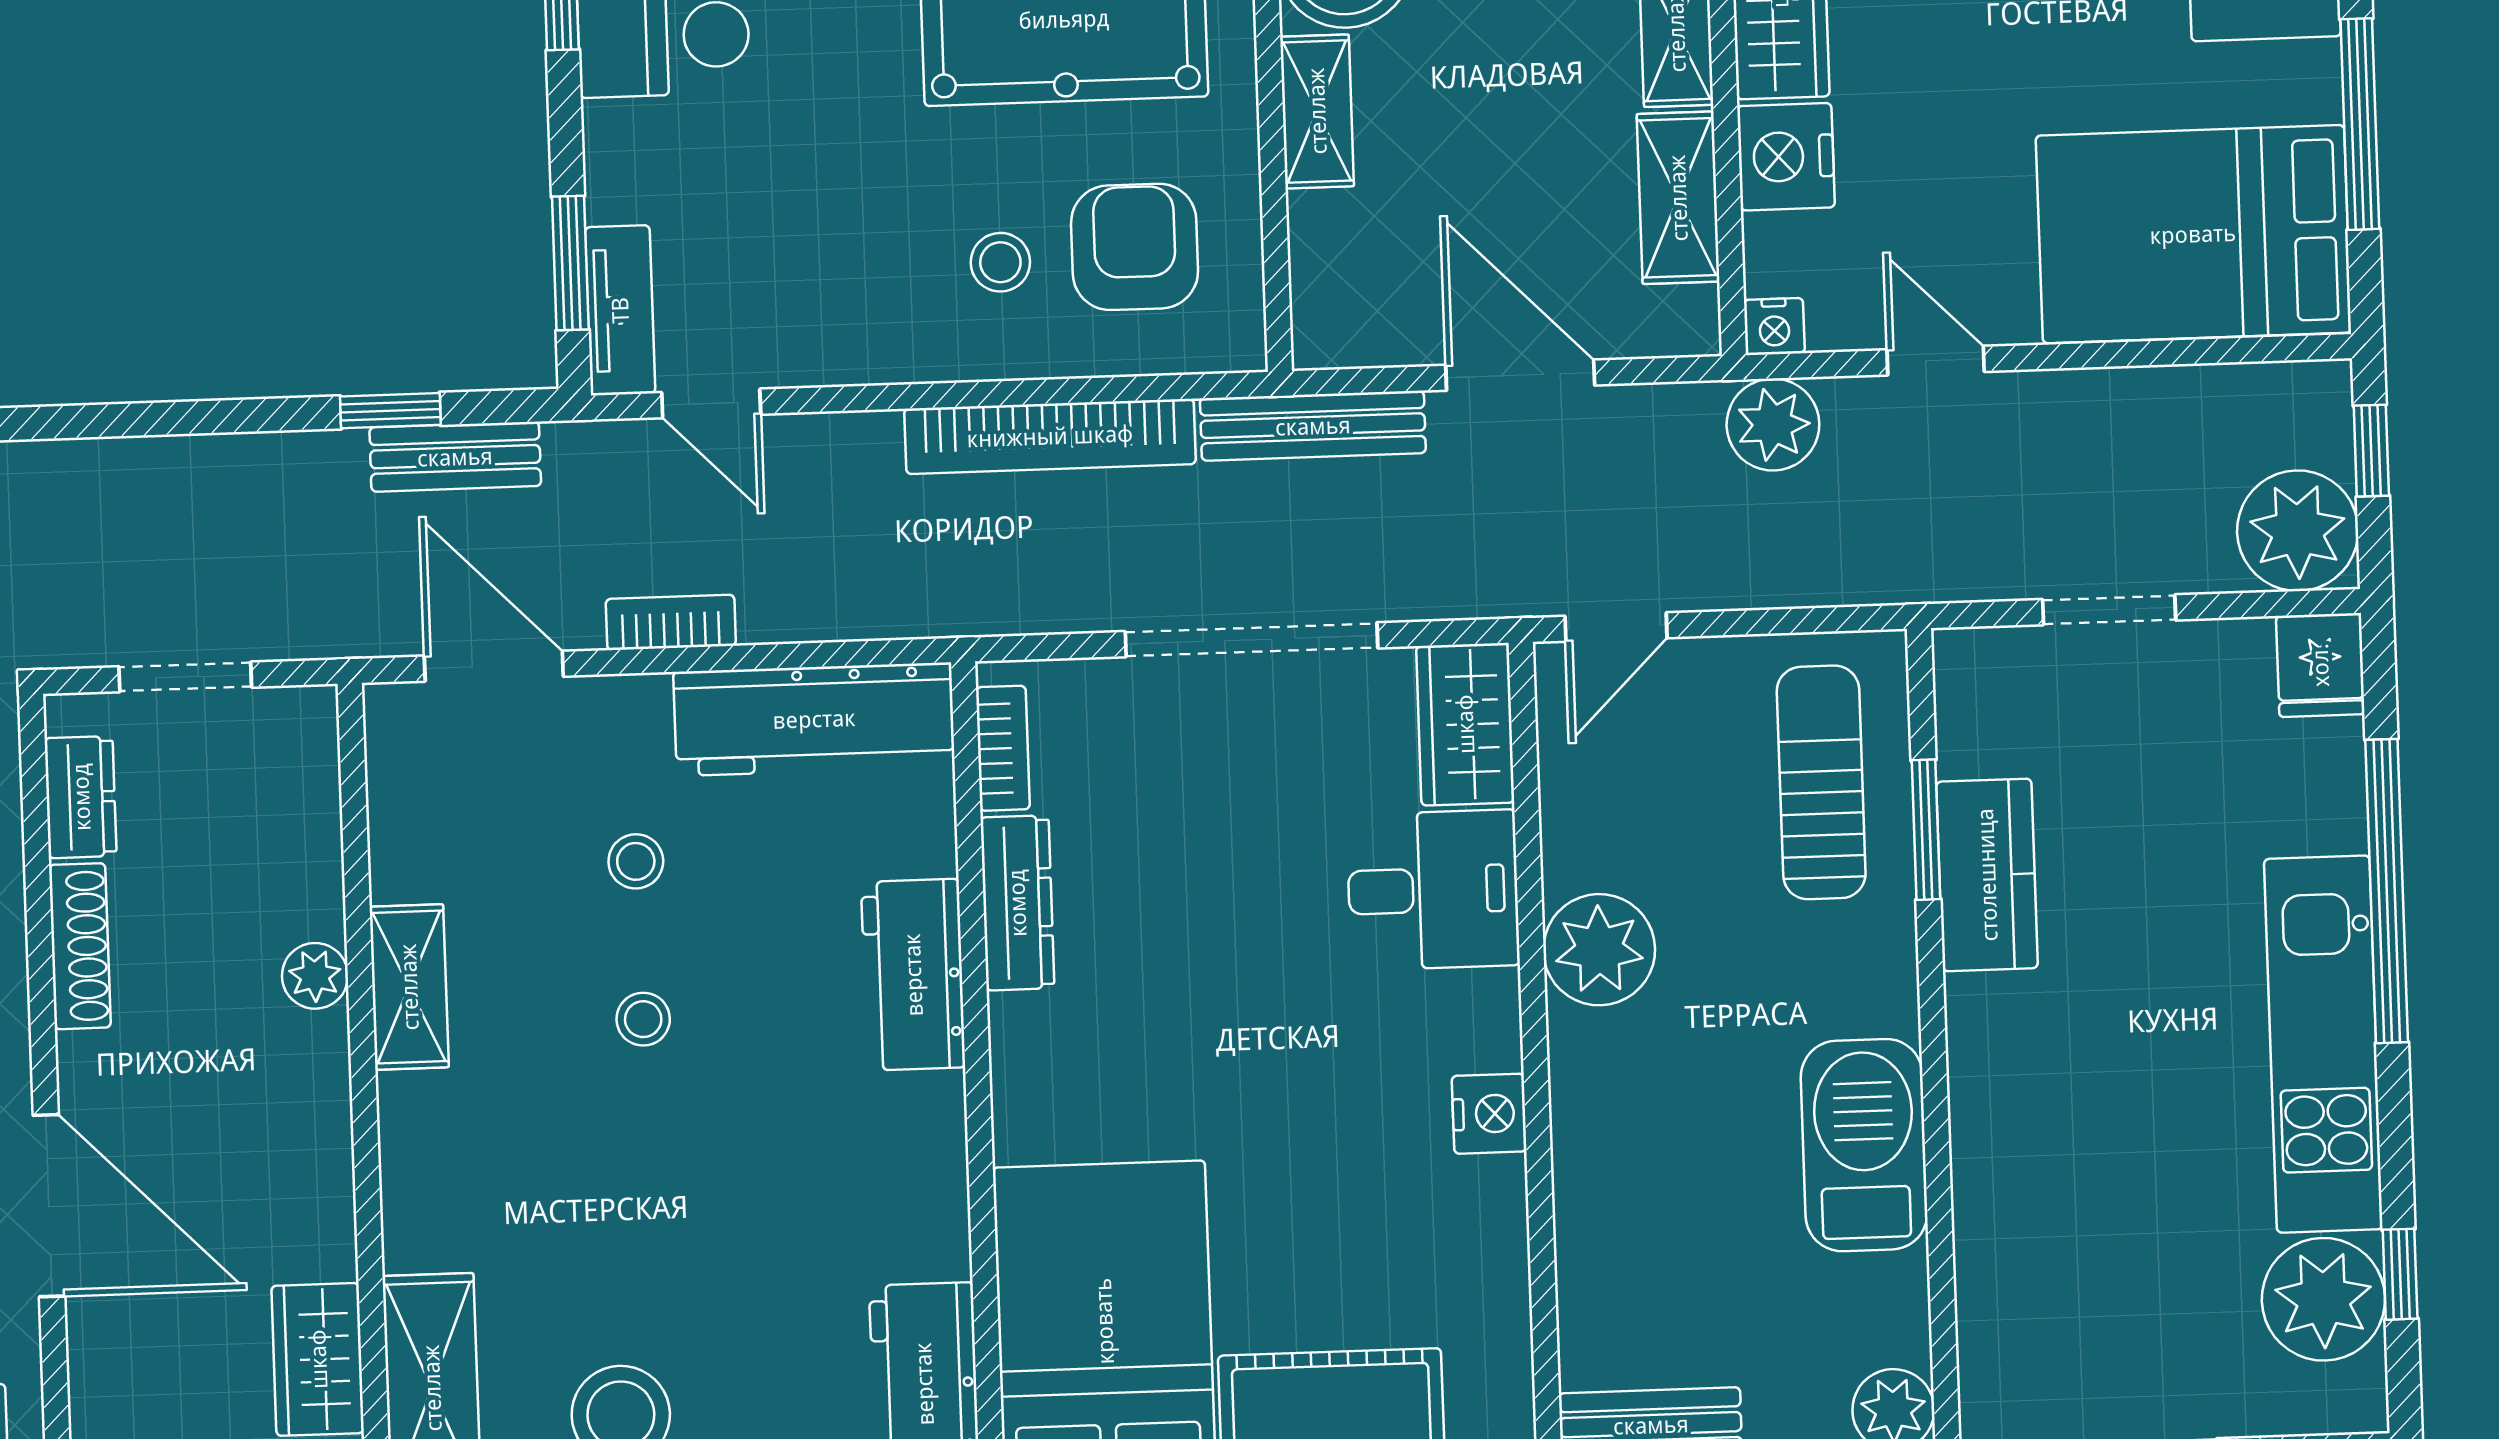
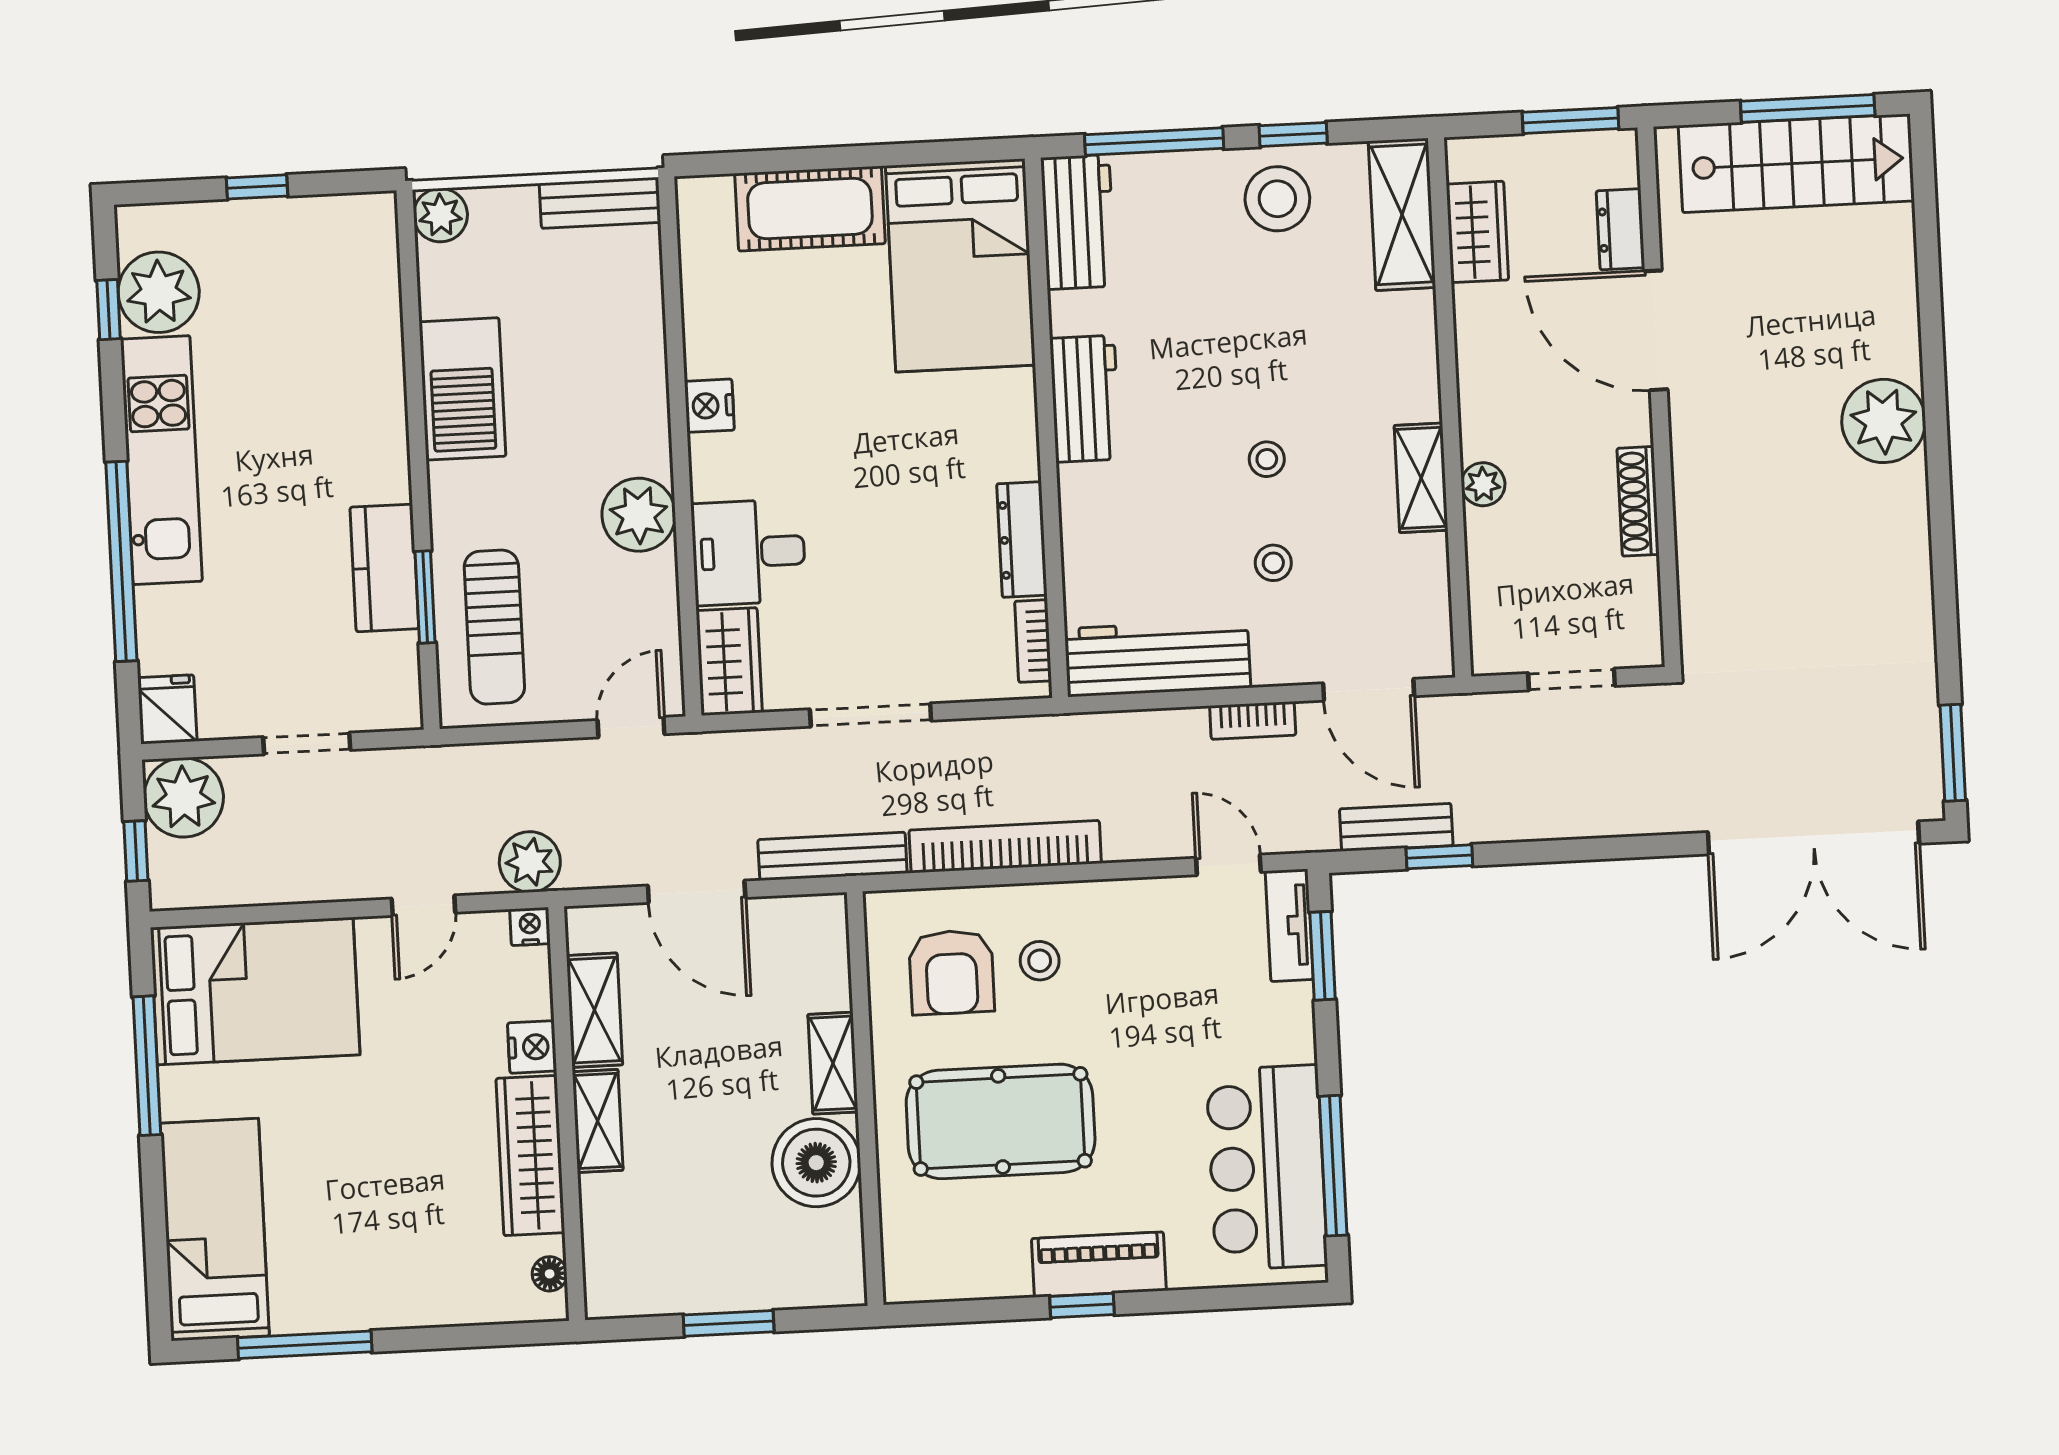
nightstand: (1786, 157) -> (532, 1047), width x0.74, depth x0.75
door: (1936, 361) -> (423, 906), hinge flipped
doorway: (1251, 640) -> (871, 715), width x0.73
dresser: (81, 797) -> (1620, 229), moved
workbench: (913, 975) -> (1085, 399), moved

